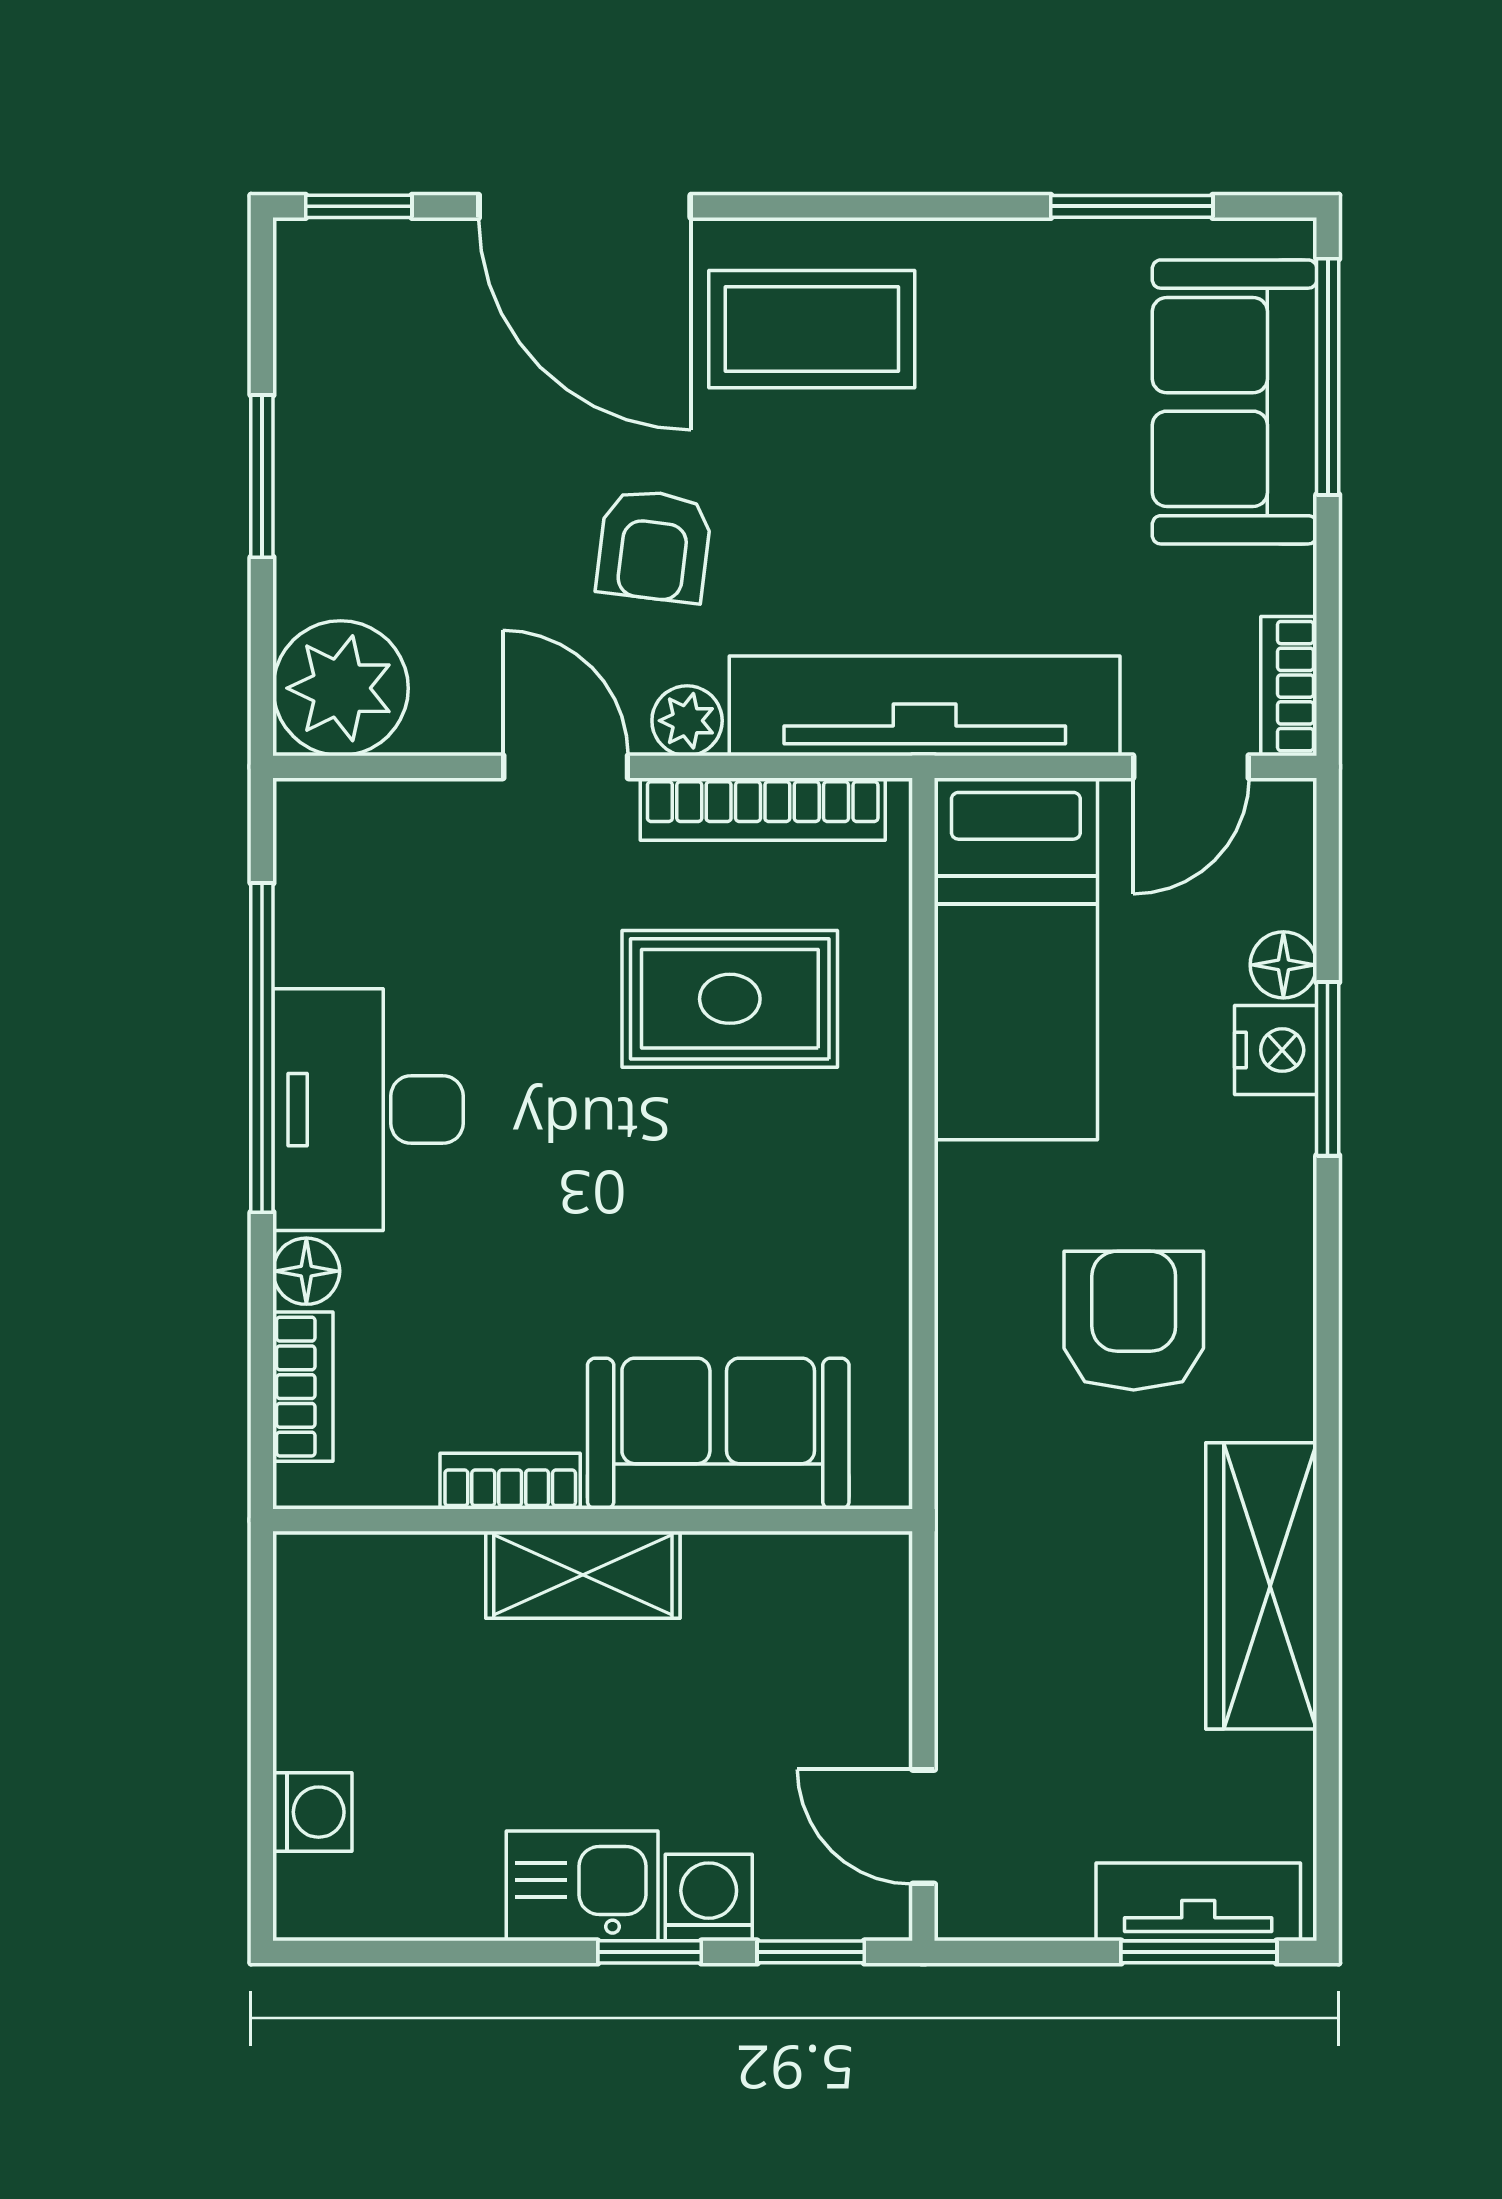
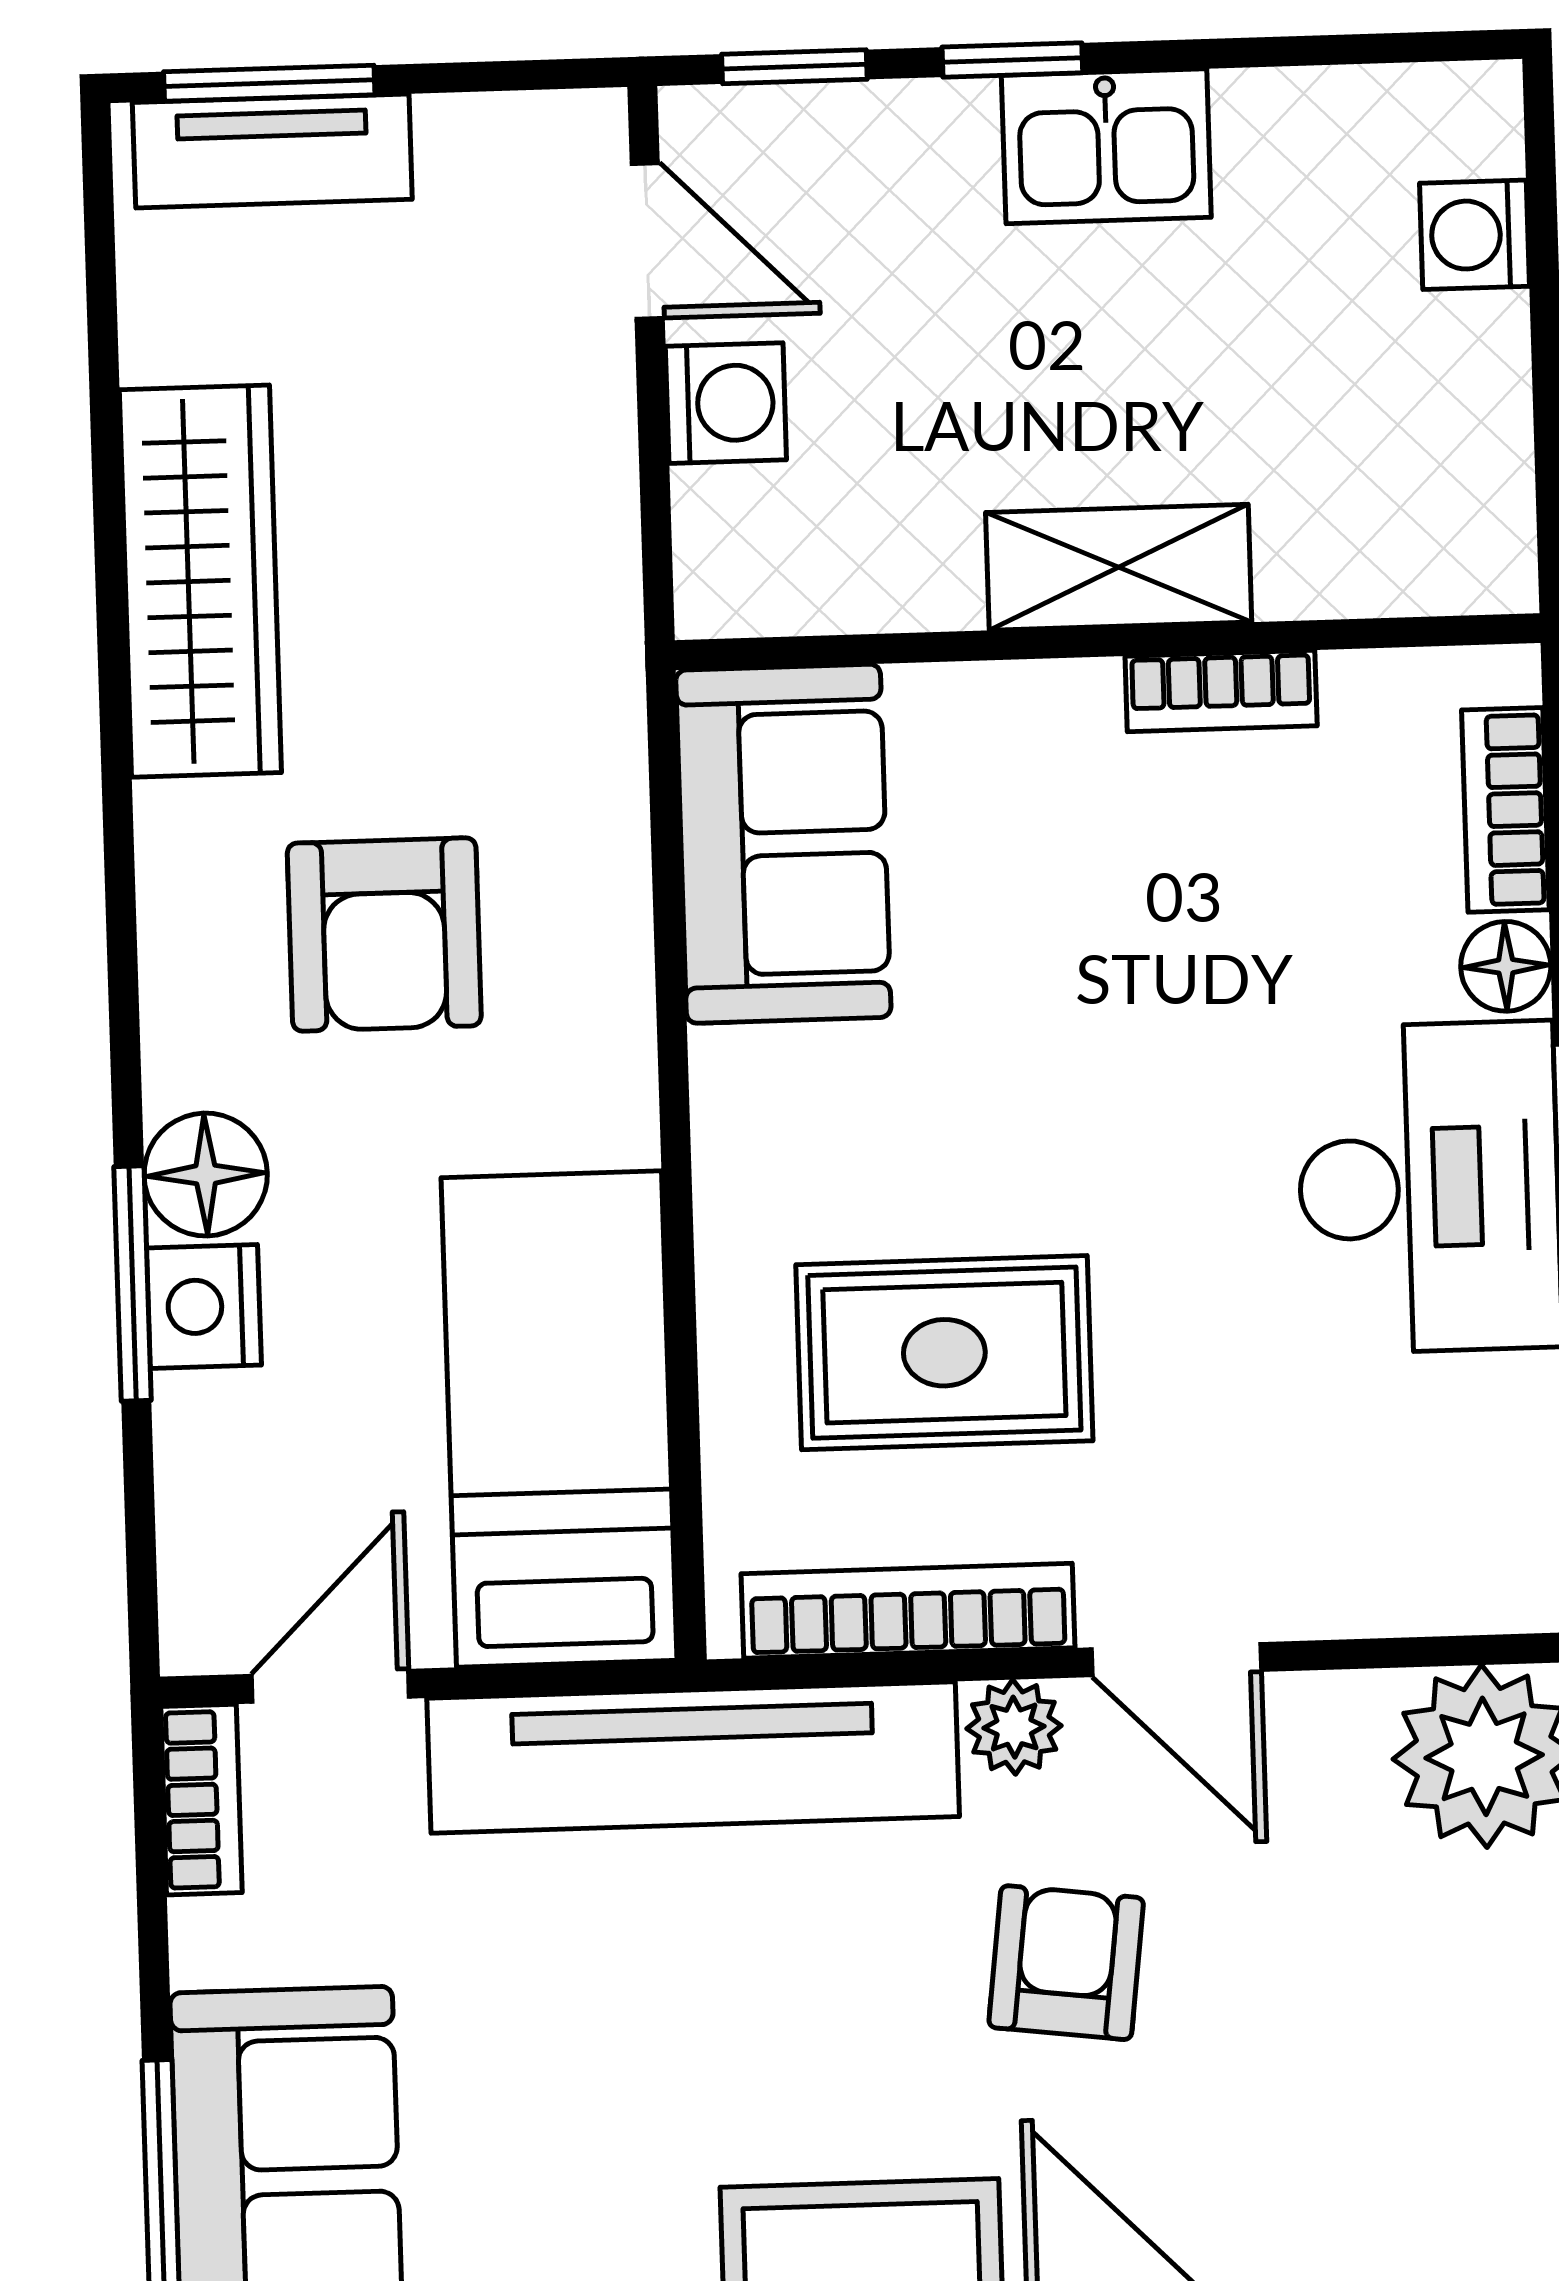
floor lamp: (1283, 965) -> (206, 1175), moved, width x1.37, depth x1.37
sofa: (718, 1434) -> (783, 844), moved, turned -90
washing machine: (709, 1898) -> (726, 403), moved, turned -90

